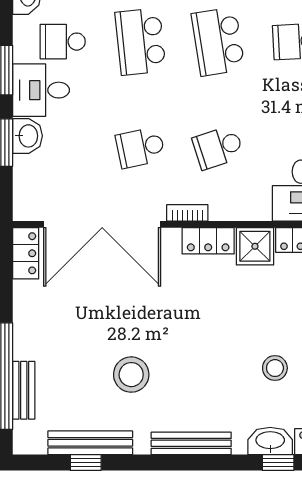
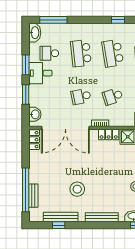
washbasin: (27, 136) -> (35, 114), moved

